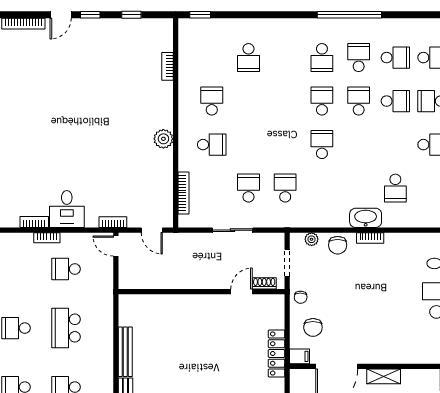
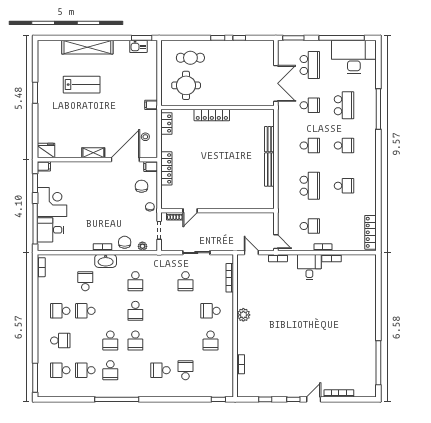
school desk: (322, 58) -> (160, 370), moved, turned -90
school desk: (395, 101) -> (85, 311), moved
school desk: (285, 188) -> (135, 281), moved

